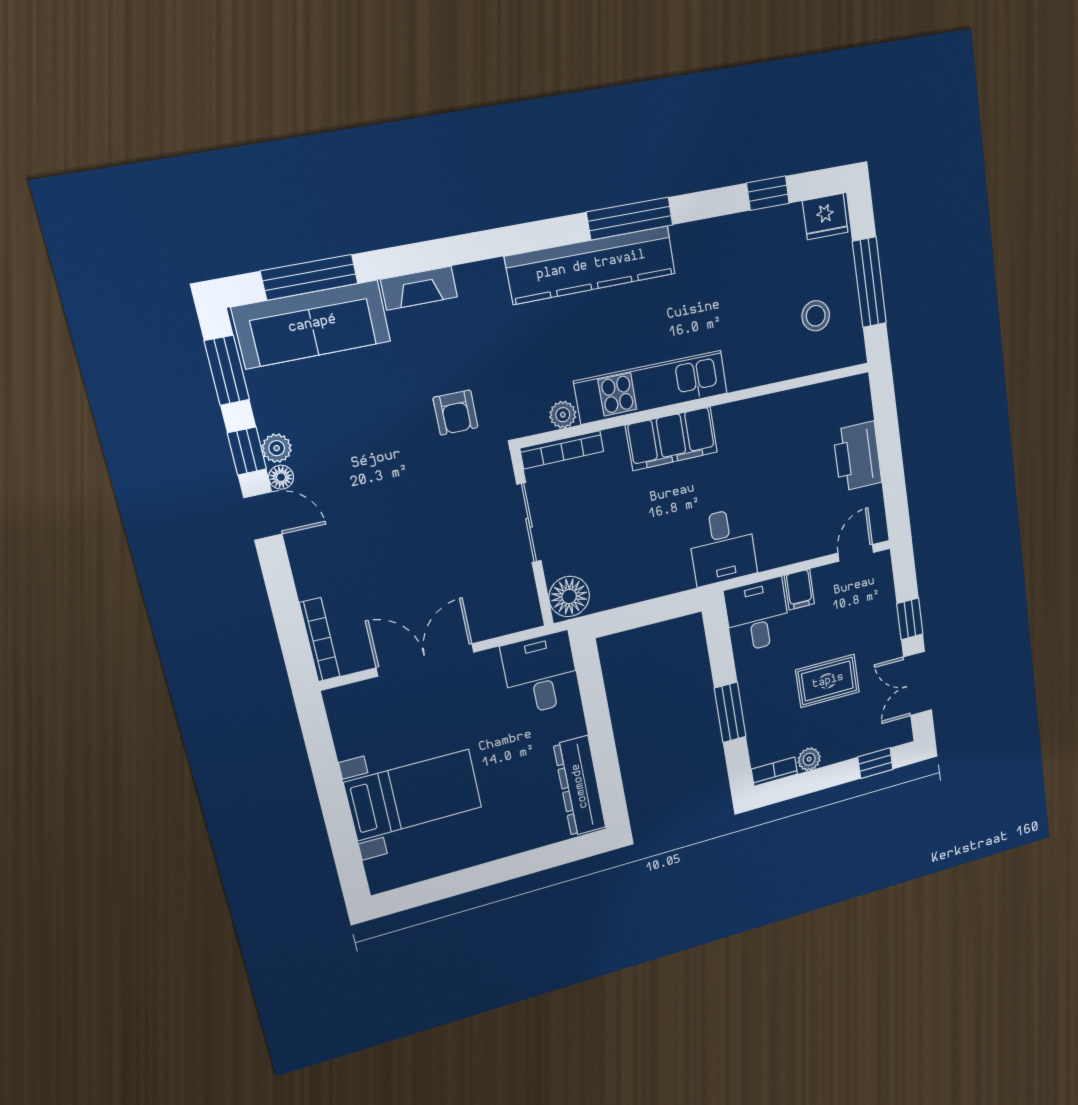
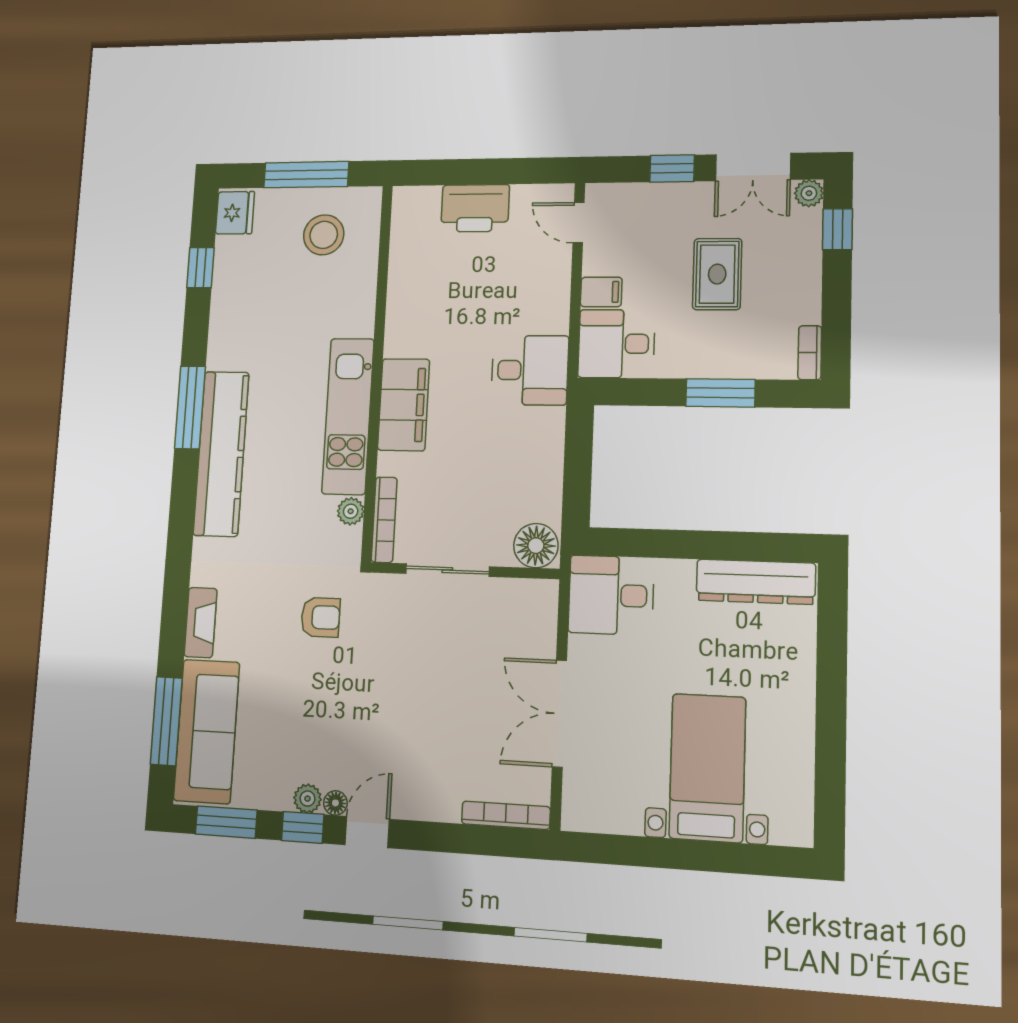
stool: (816, 316) -> (324, 235), width x1.38, depth x1.38
plant: (809, 759) -> (809, 193), moved

